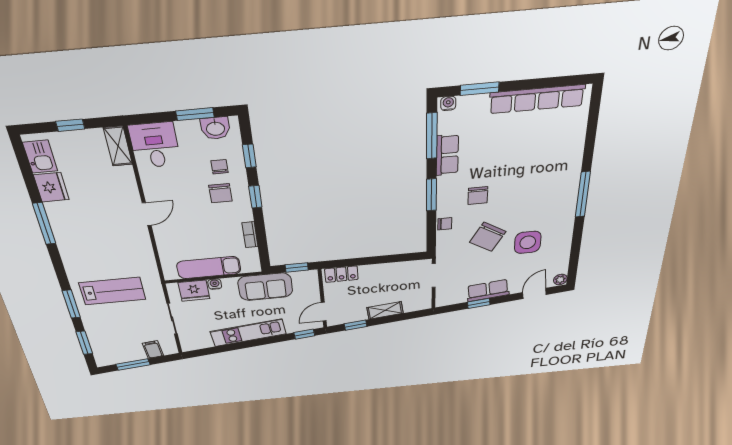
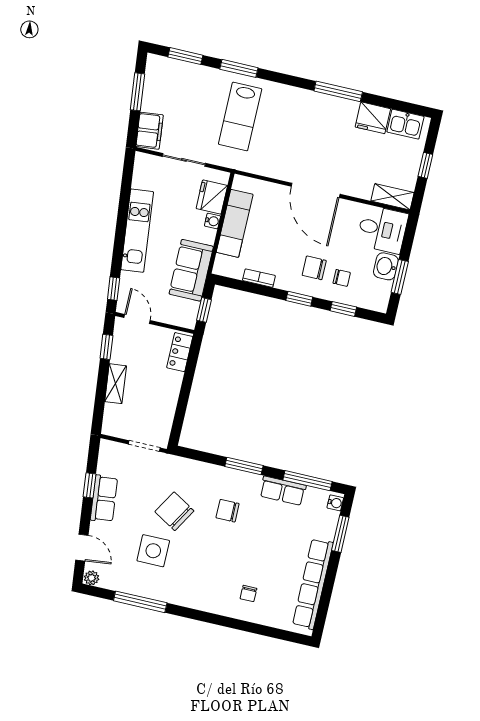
washbasin: (215, 128) -> (386, 266), moved
window: (583, 194) -> (140, 602), moved
door: (147, 214) -> (316, 190), width x1.87
chair: (445, 224) -> (248, 594), moved
filing cabinet: (153, 349) -> (150, 131), width x2.00

